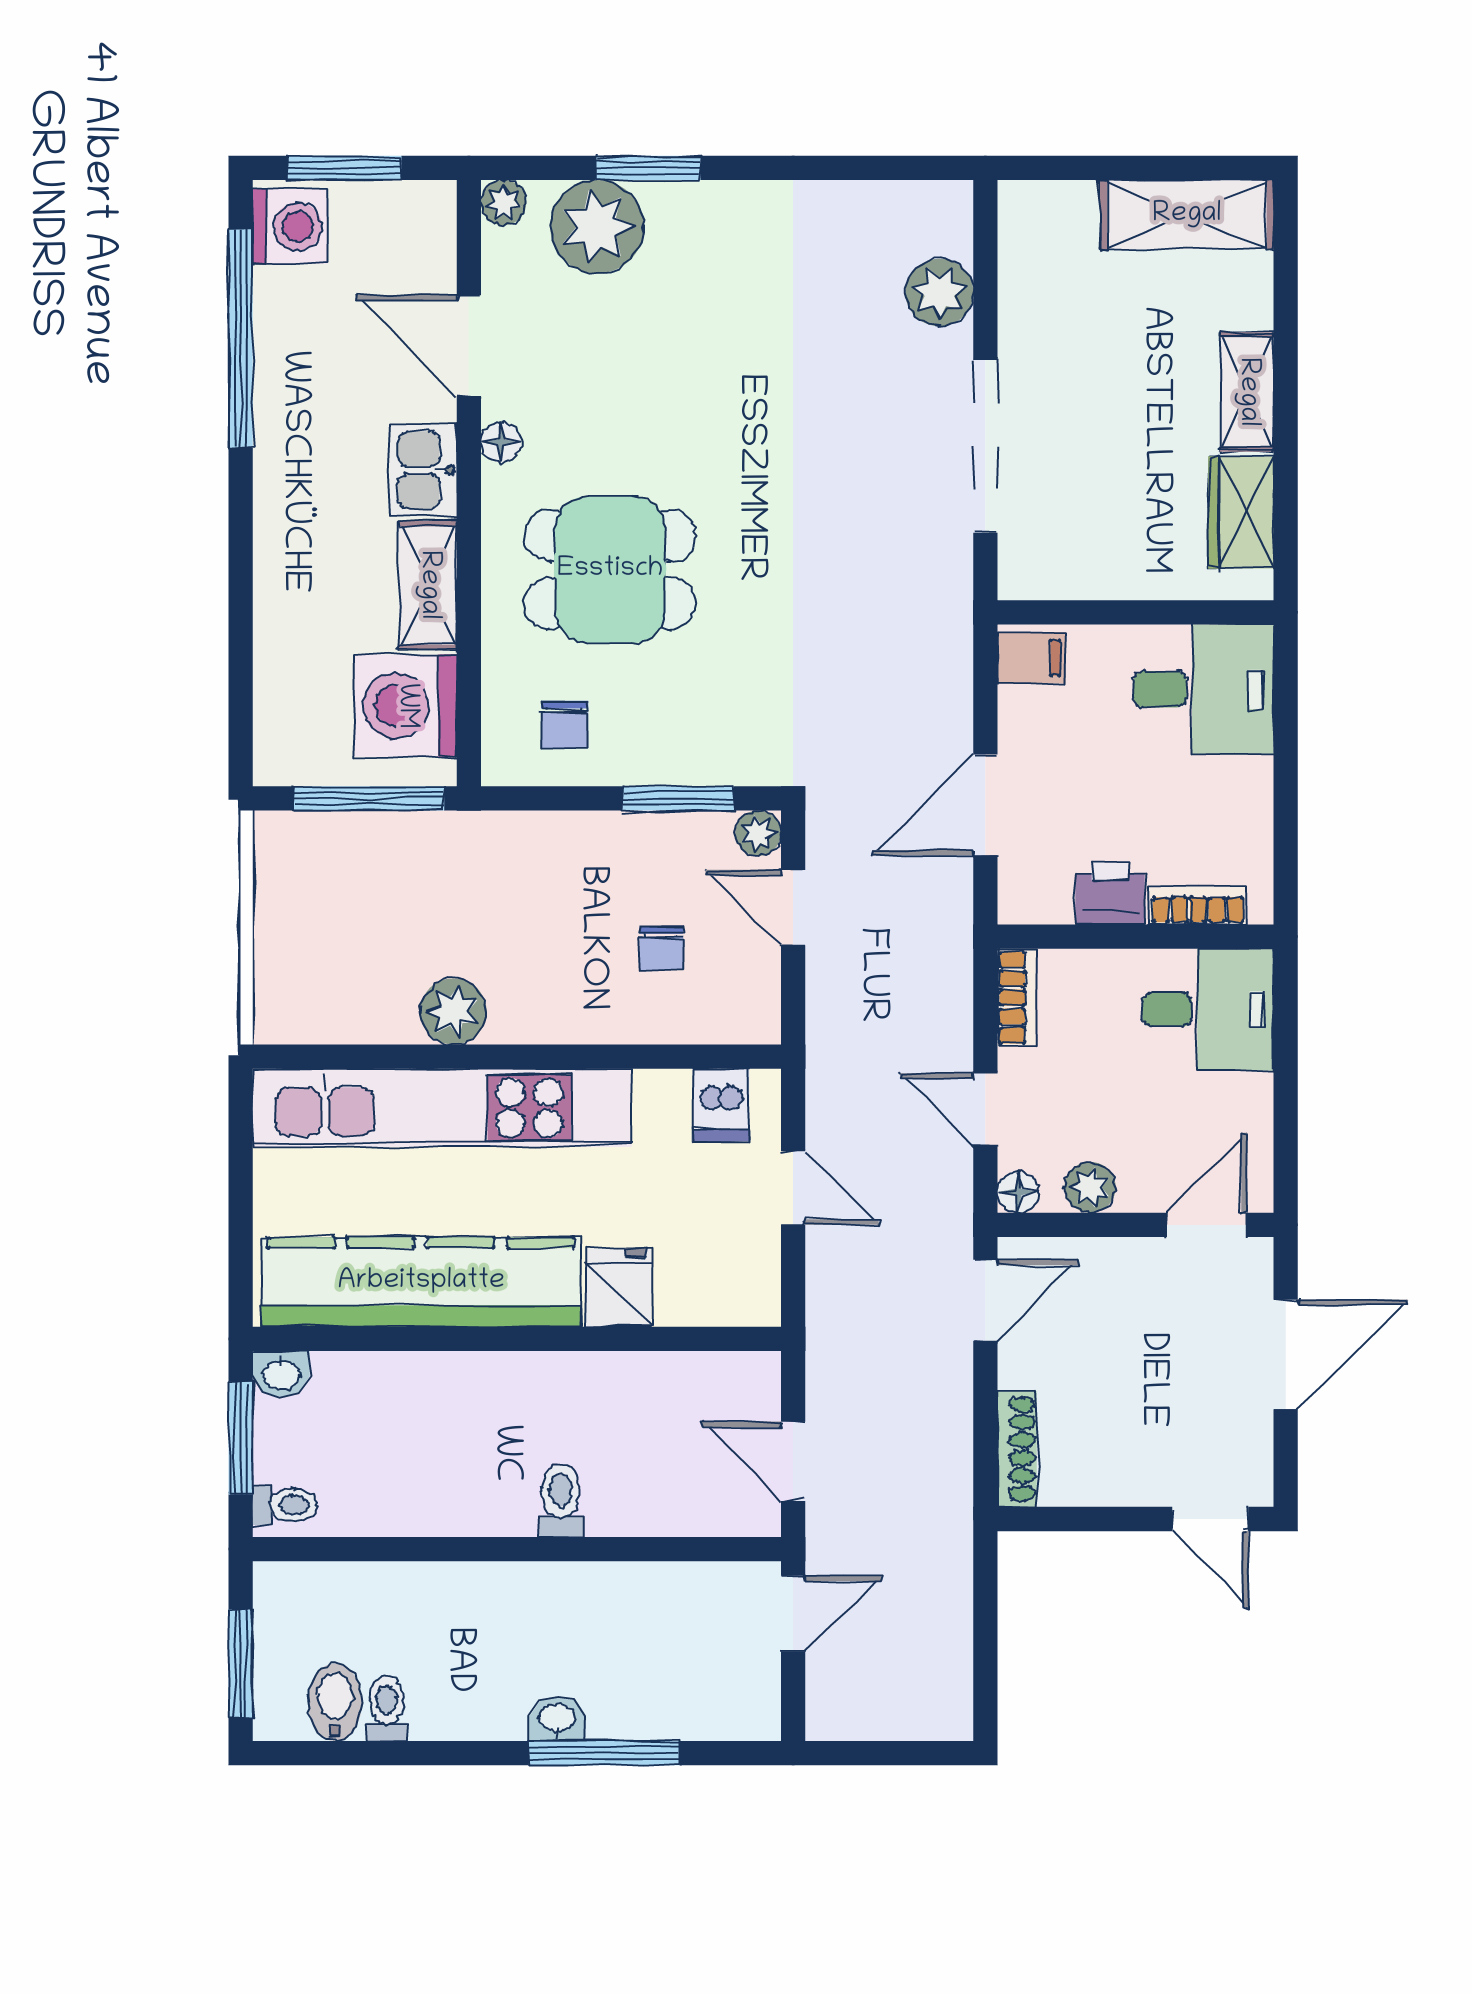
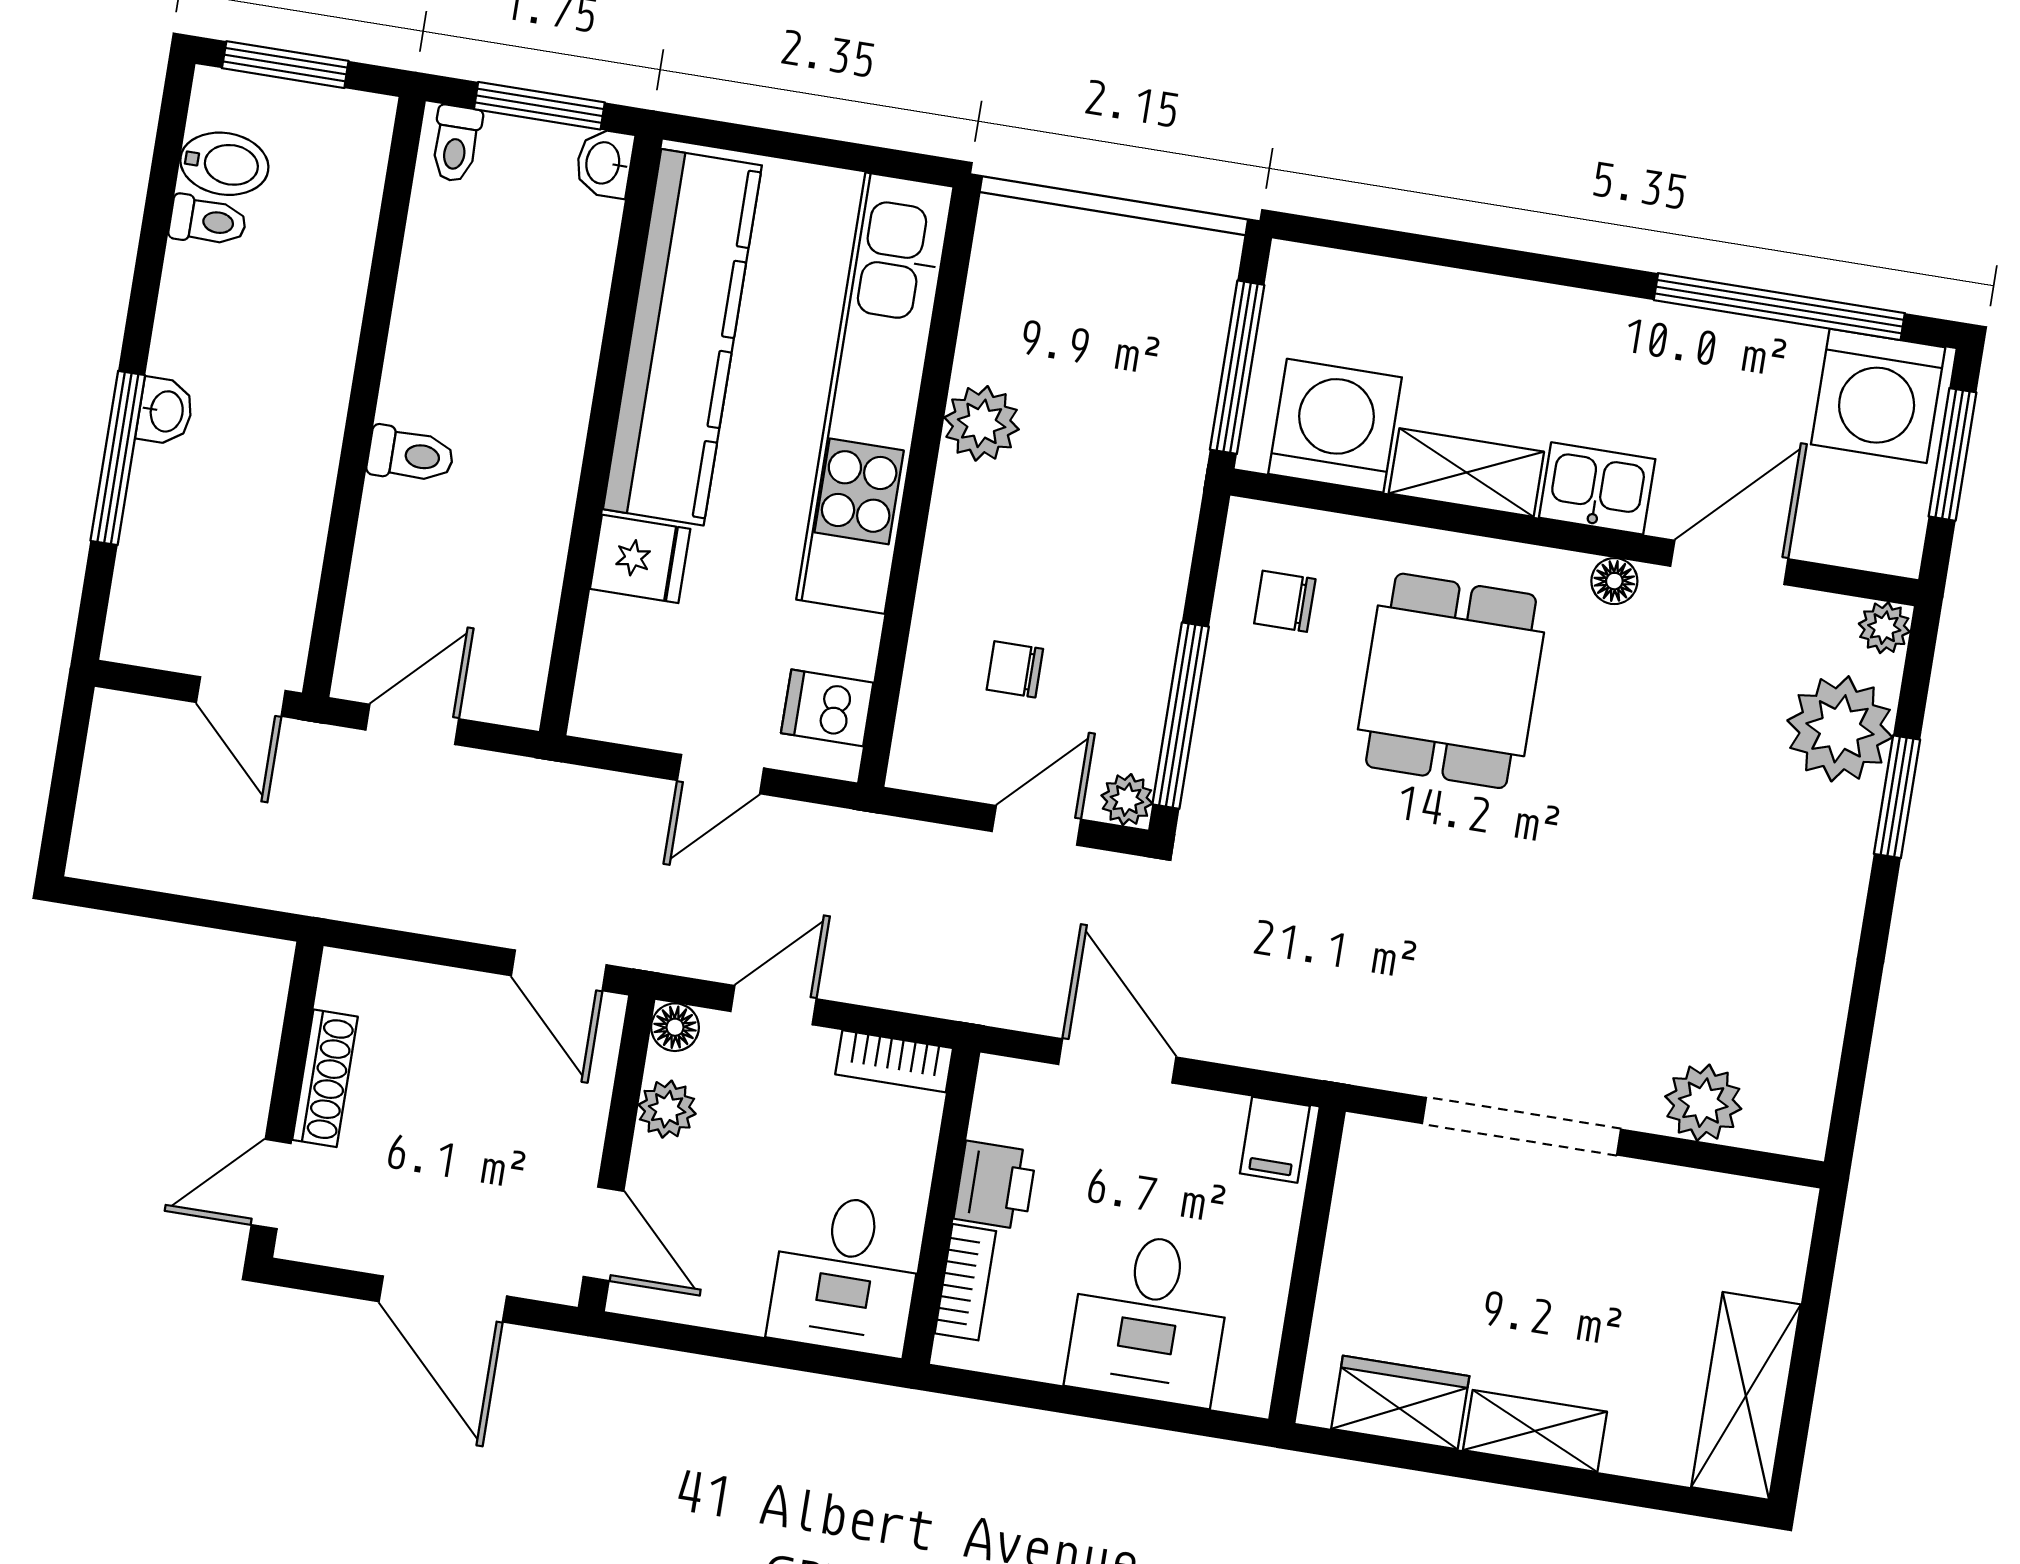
washing machine: (290, 226) -> (1878, 396), width x1.37, depth x1.37
desk: (1203, 689) -> (1149, 1318), moved
window: (678, 798) -> (1181, 716), width x1.44
shoe rack: (1017, 1449) -> (325, 1078), moved, turned -90

